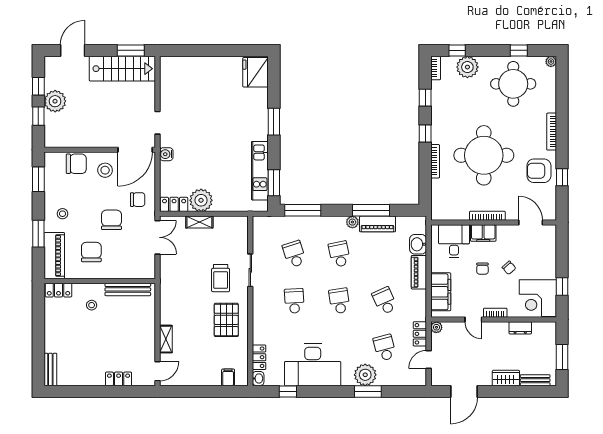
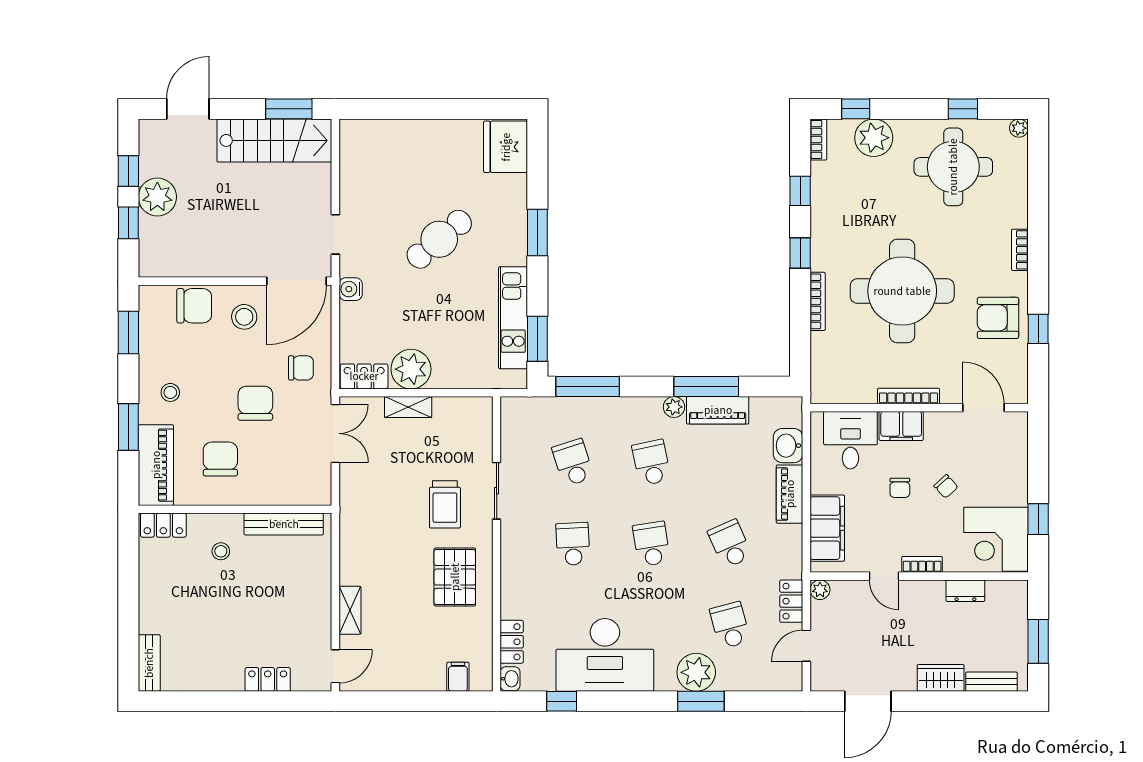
cafe table: (217, 125) -> (439, 239), added
bookcase: (552, 132) -> (1020, 250), width x0.64

